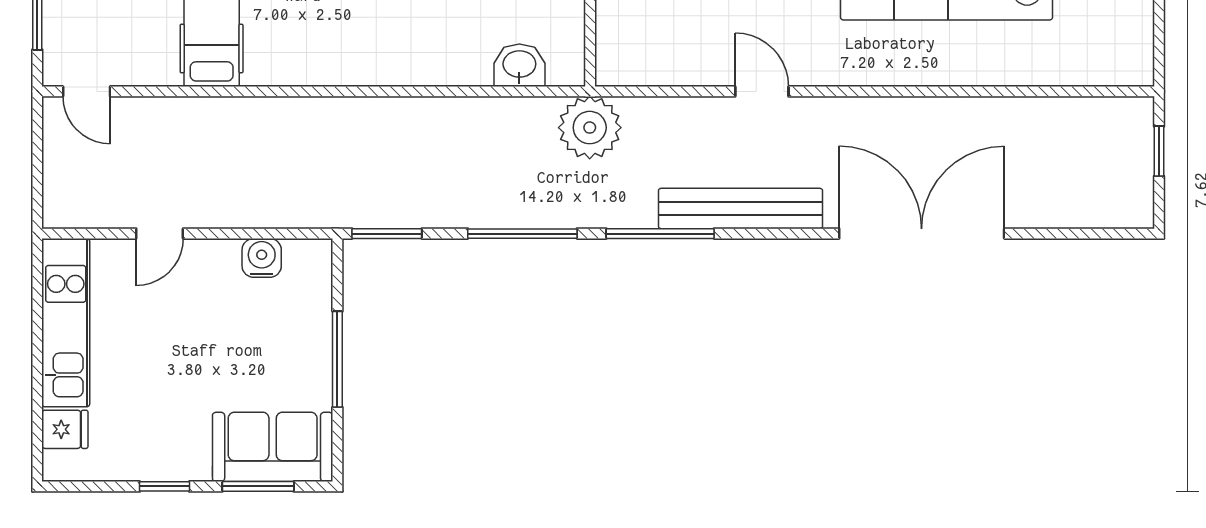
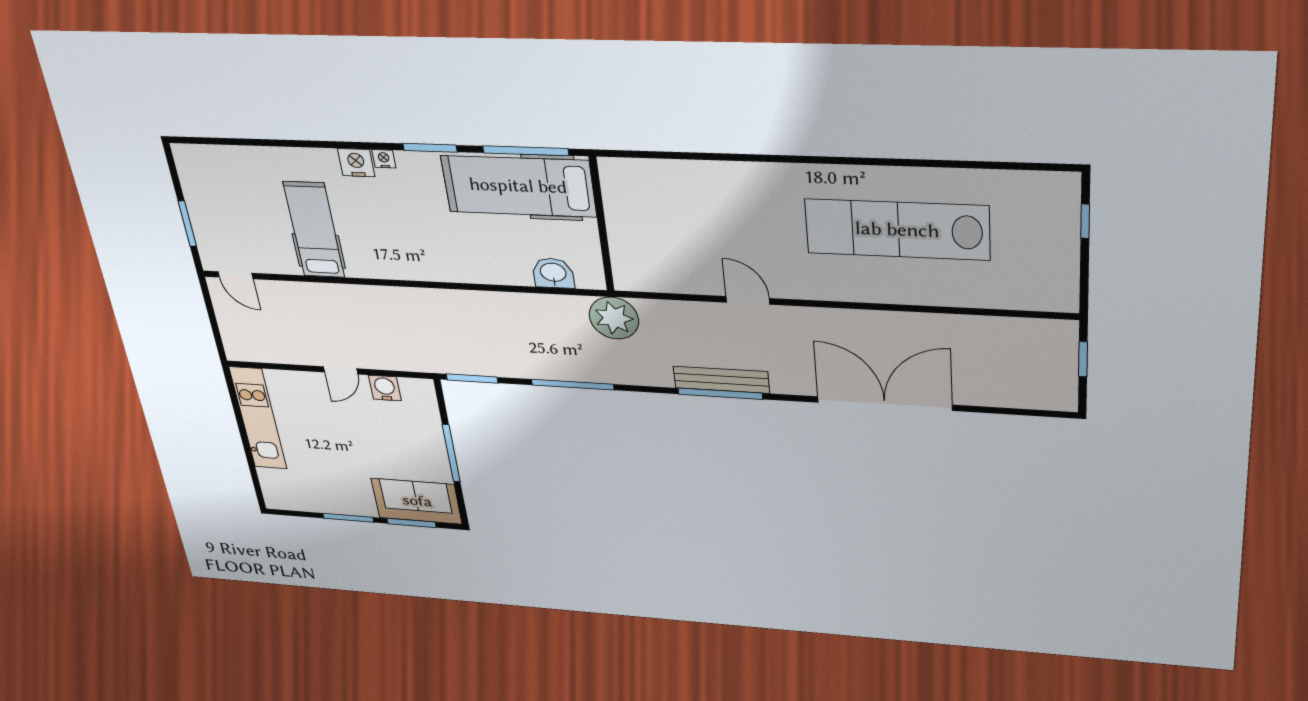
bench: (740, 208) -> (721, 380), width x0.73, depth x0.82
door: (160, 234) -> (340, 370), moved
window: (660, 234) -> (720, 394), moved
fridge: (65, 429) -> (274, 480), removed
window: (165, 486) -> (348, 518), width x1.50

